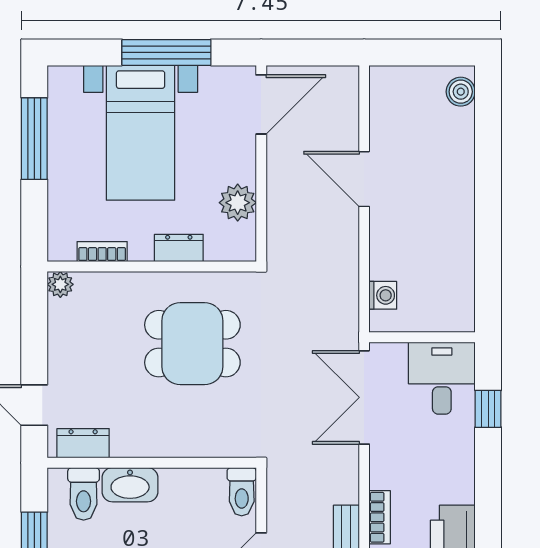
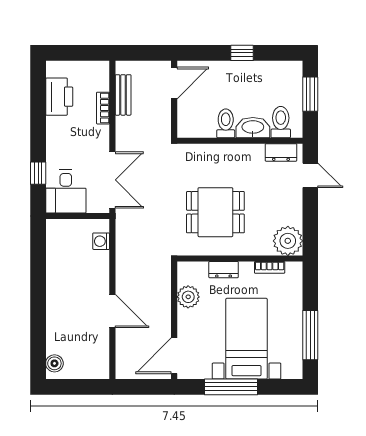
plant: (60, 284) -> (288, 241), width x1.88, depth x1.88
toilet: (242, 492) -> (226, 123), moved

